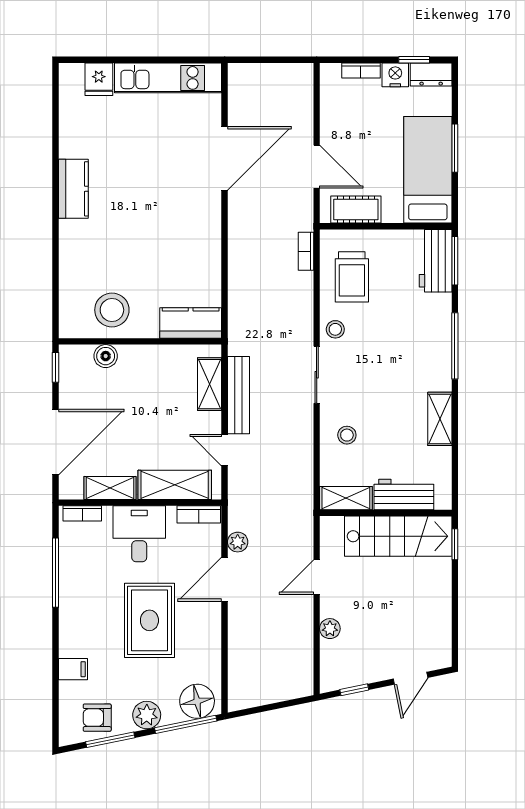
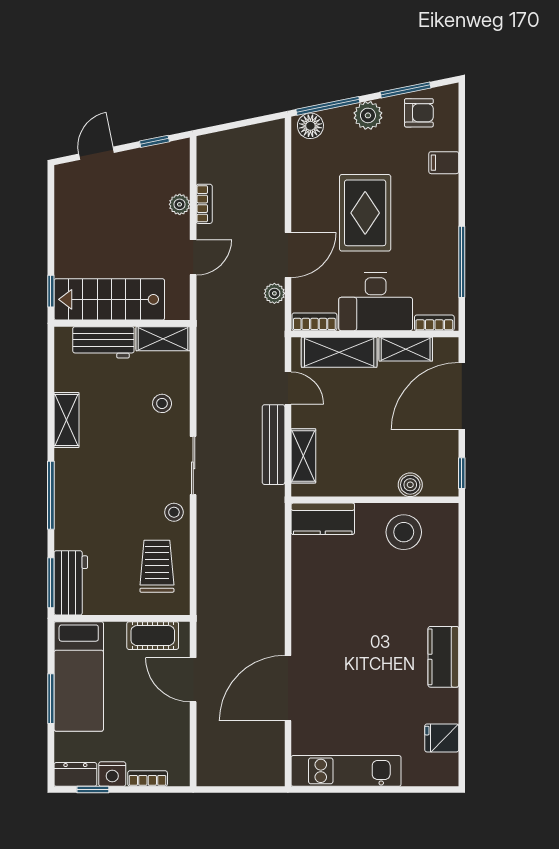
fridge: (99, 79) -> (442, 738), moved, turned -90
bookcase: (306, 251) -> (204, 204), moved
desk: (139, 534) -> (376, 302), width x1.37
floor lamp: (197, 701) -> (310, 126), width x0.73, depth x0.73

